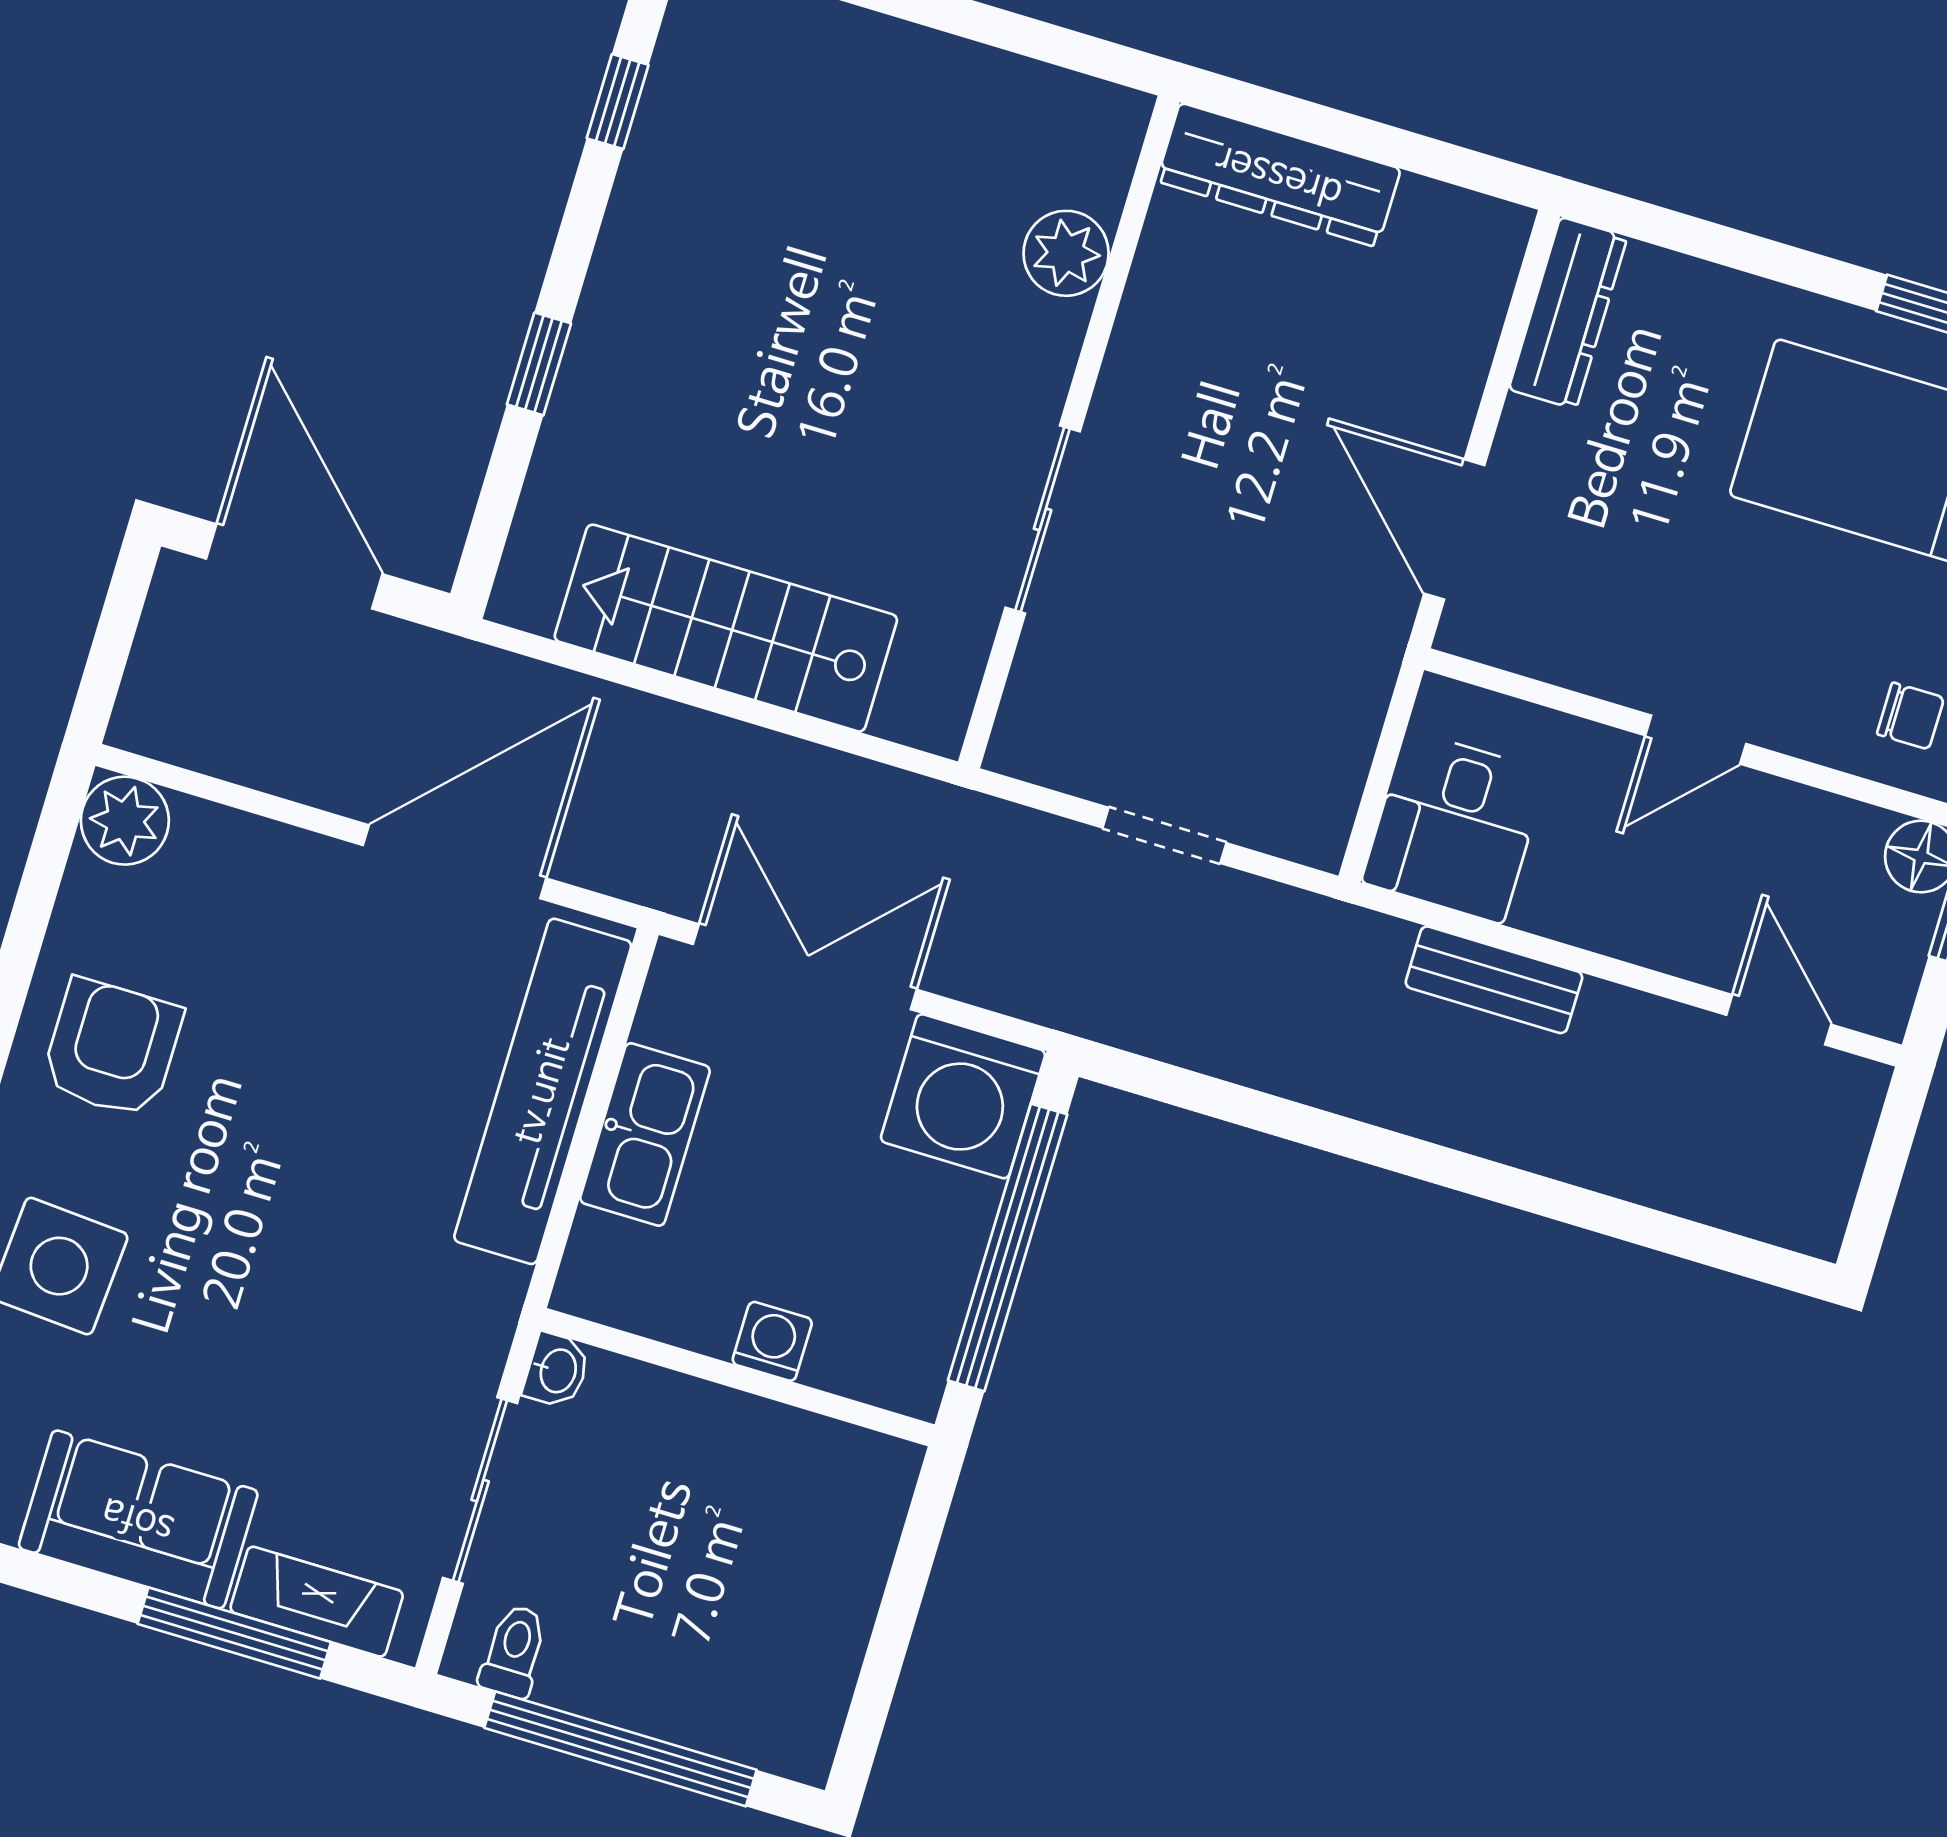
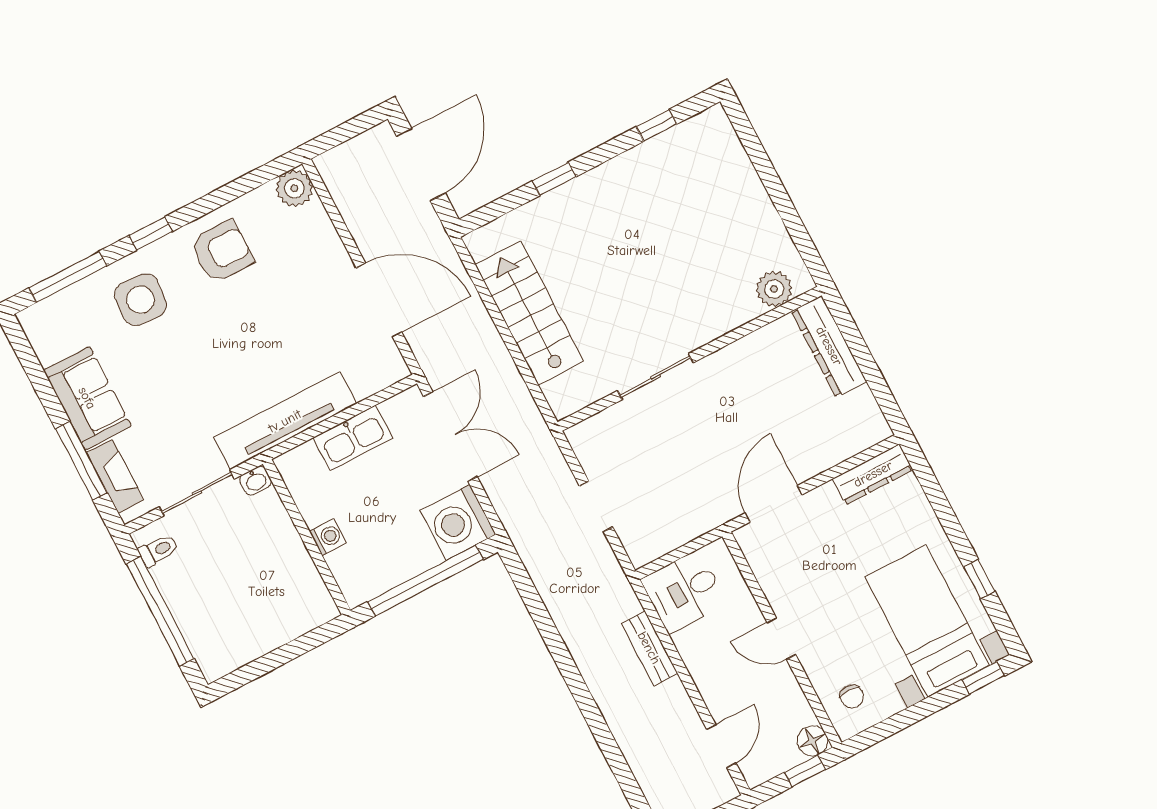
plant: (1066, 253) -> (774, 289), moved
tv unit: (543, 1091) -> (285, 421), moved

